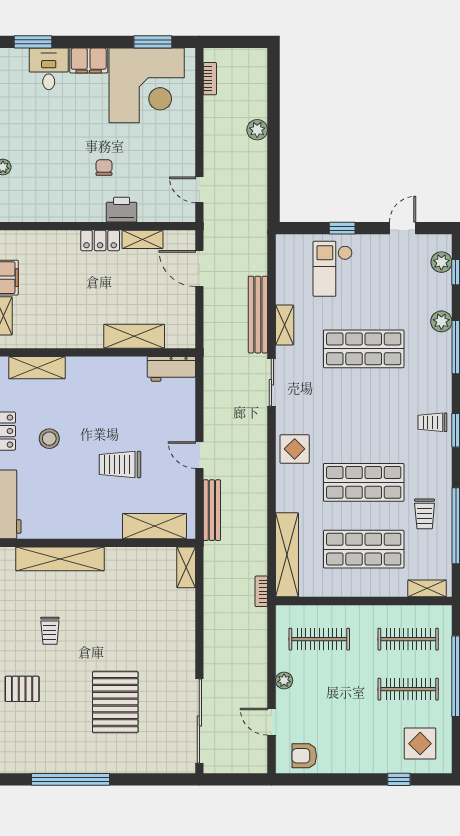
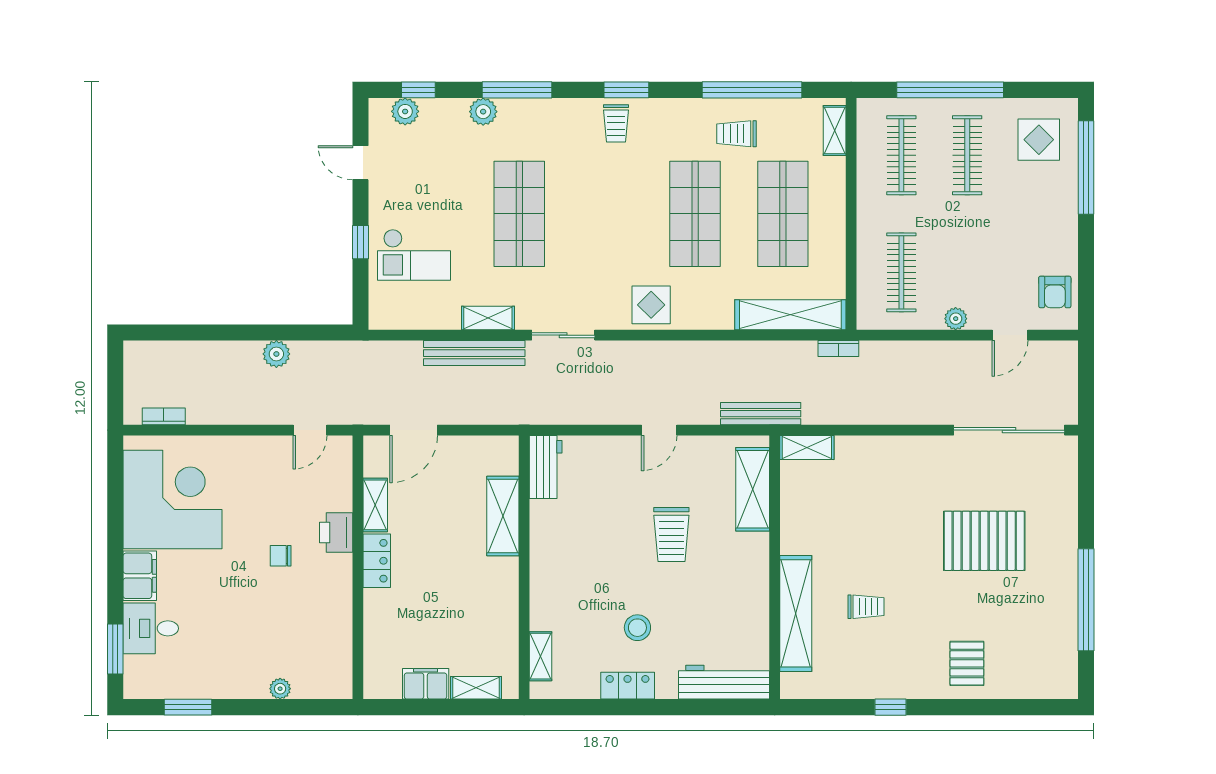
window: (153, 42) -> (115, 491), removed
plant: (257, 130) -> (276, 354), moved
shelving: (37, 368) -> (540, 656), width x0.67, depth x0.75
bench: (212, 510) -> (761, 414), moved
trolley: (425, 514) -> (736, 134), turned 180
trolley: (50, 631) -> (866, 607), moved
window: (399, 779) -> (1086, 168), width x3.17

